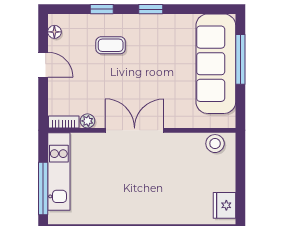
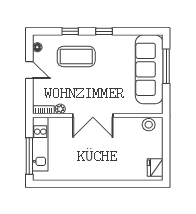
coffee table: (111, 45) -> (76, 57), width x1.86, depth x1.72
double door: (135, 130) -> (93, 116), swing flipped

